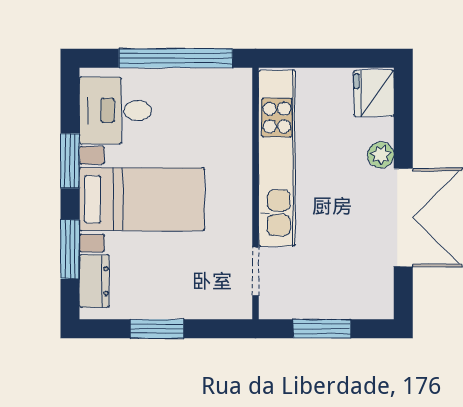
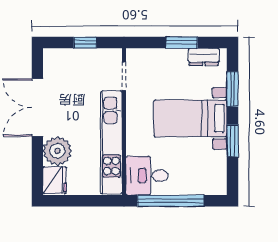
desk: (115, 110) -> (147, 176), moved, turned 180
plant: (381, 155) -> (57, 151), width x1.88, depth x1.88
dresser: (94, 281) -> (204, 57), moved, turned -90
window: (322, 329) -> (85, 43), width x0.67

